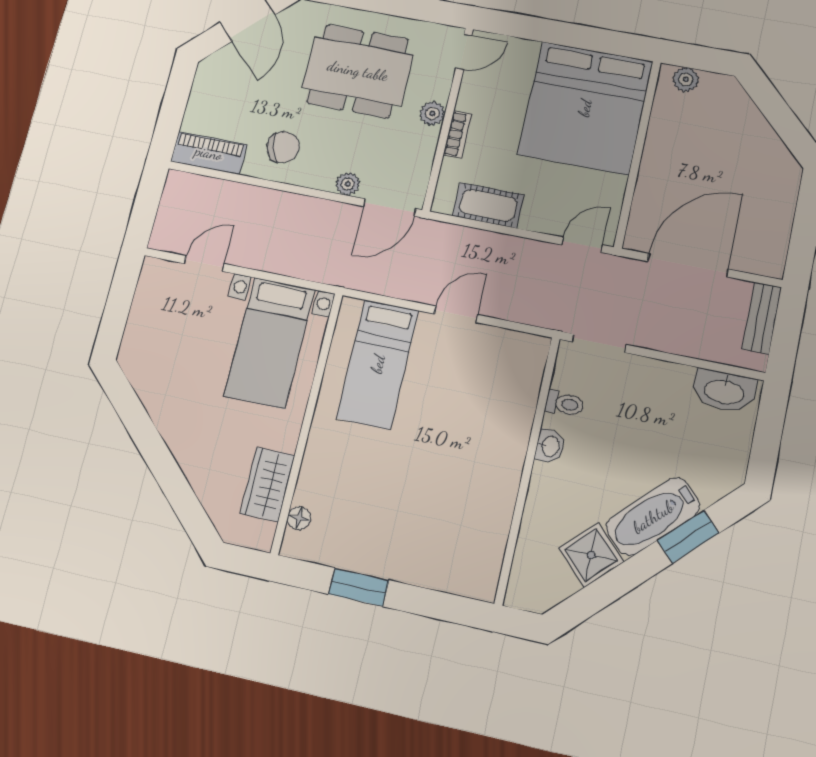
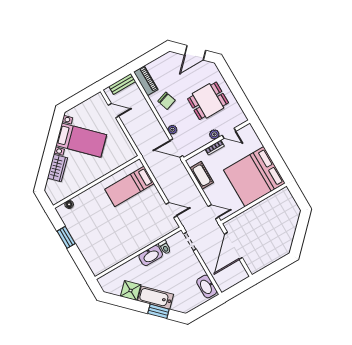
door: (464, 52) -> (229, 133), moved
dining table: (358, 71) -> (208, 101), width x0.73
plant: (686, 80) -> (288, 197), removed
door: (688, 265) -> (233, 246), swing flipped
door: (456, 314) -> (171, 210), moved
bench: (762, 318) -> (122, 84), moved
bed with nightstands: (270, 343) -> (81, 140), moved, turned -135
washbasin: (550, 446) -> (151, 255), width x1.91, depth x1.45
wardrobe: (268, 484) -> (57, 168), moved, turned 135

